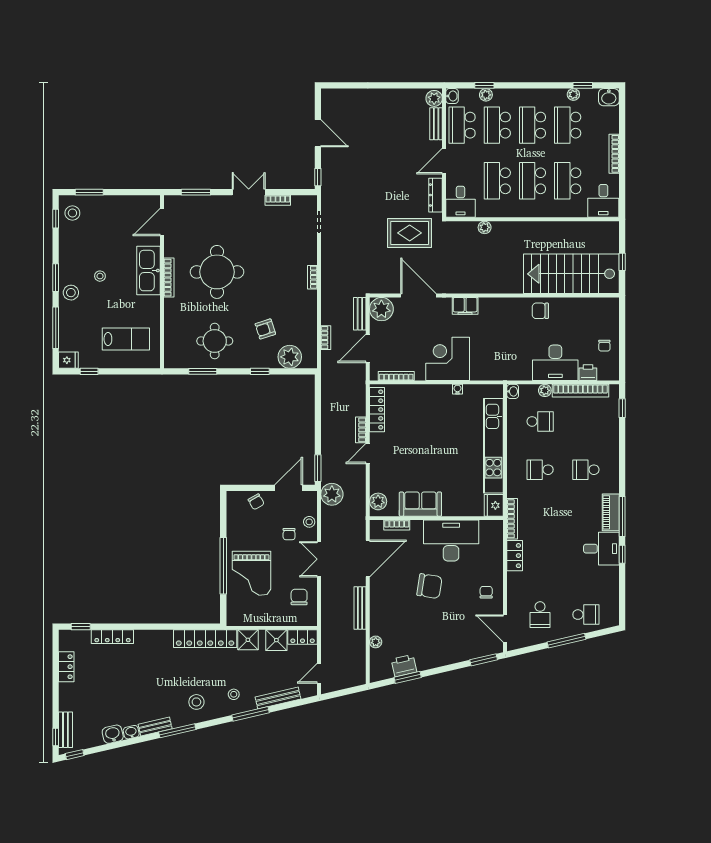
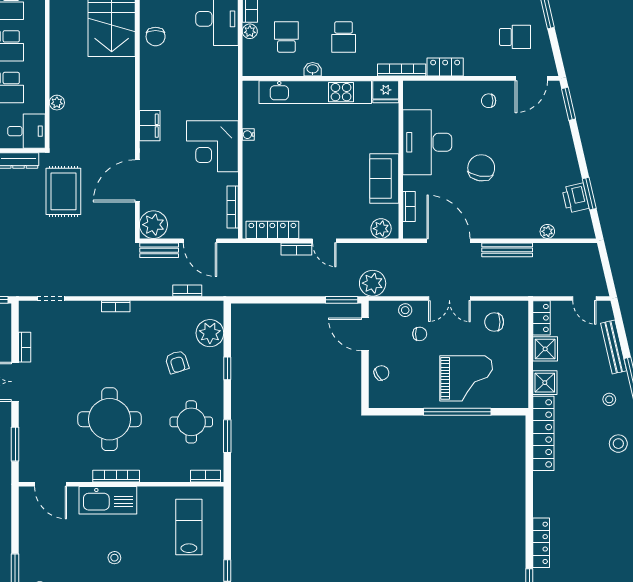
bookcase: (169, 353) -> (206, 476), added
washbasin: (513, 391) -> (313, 69), moved

